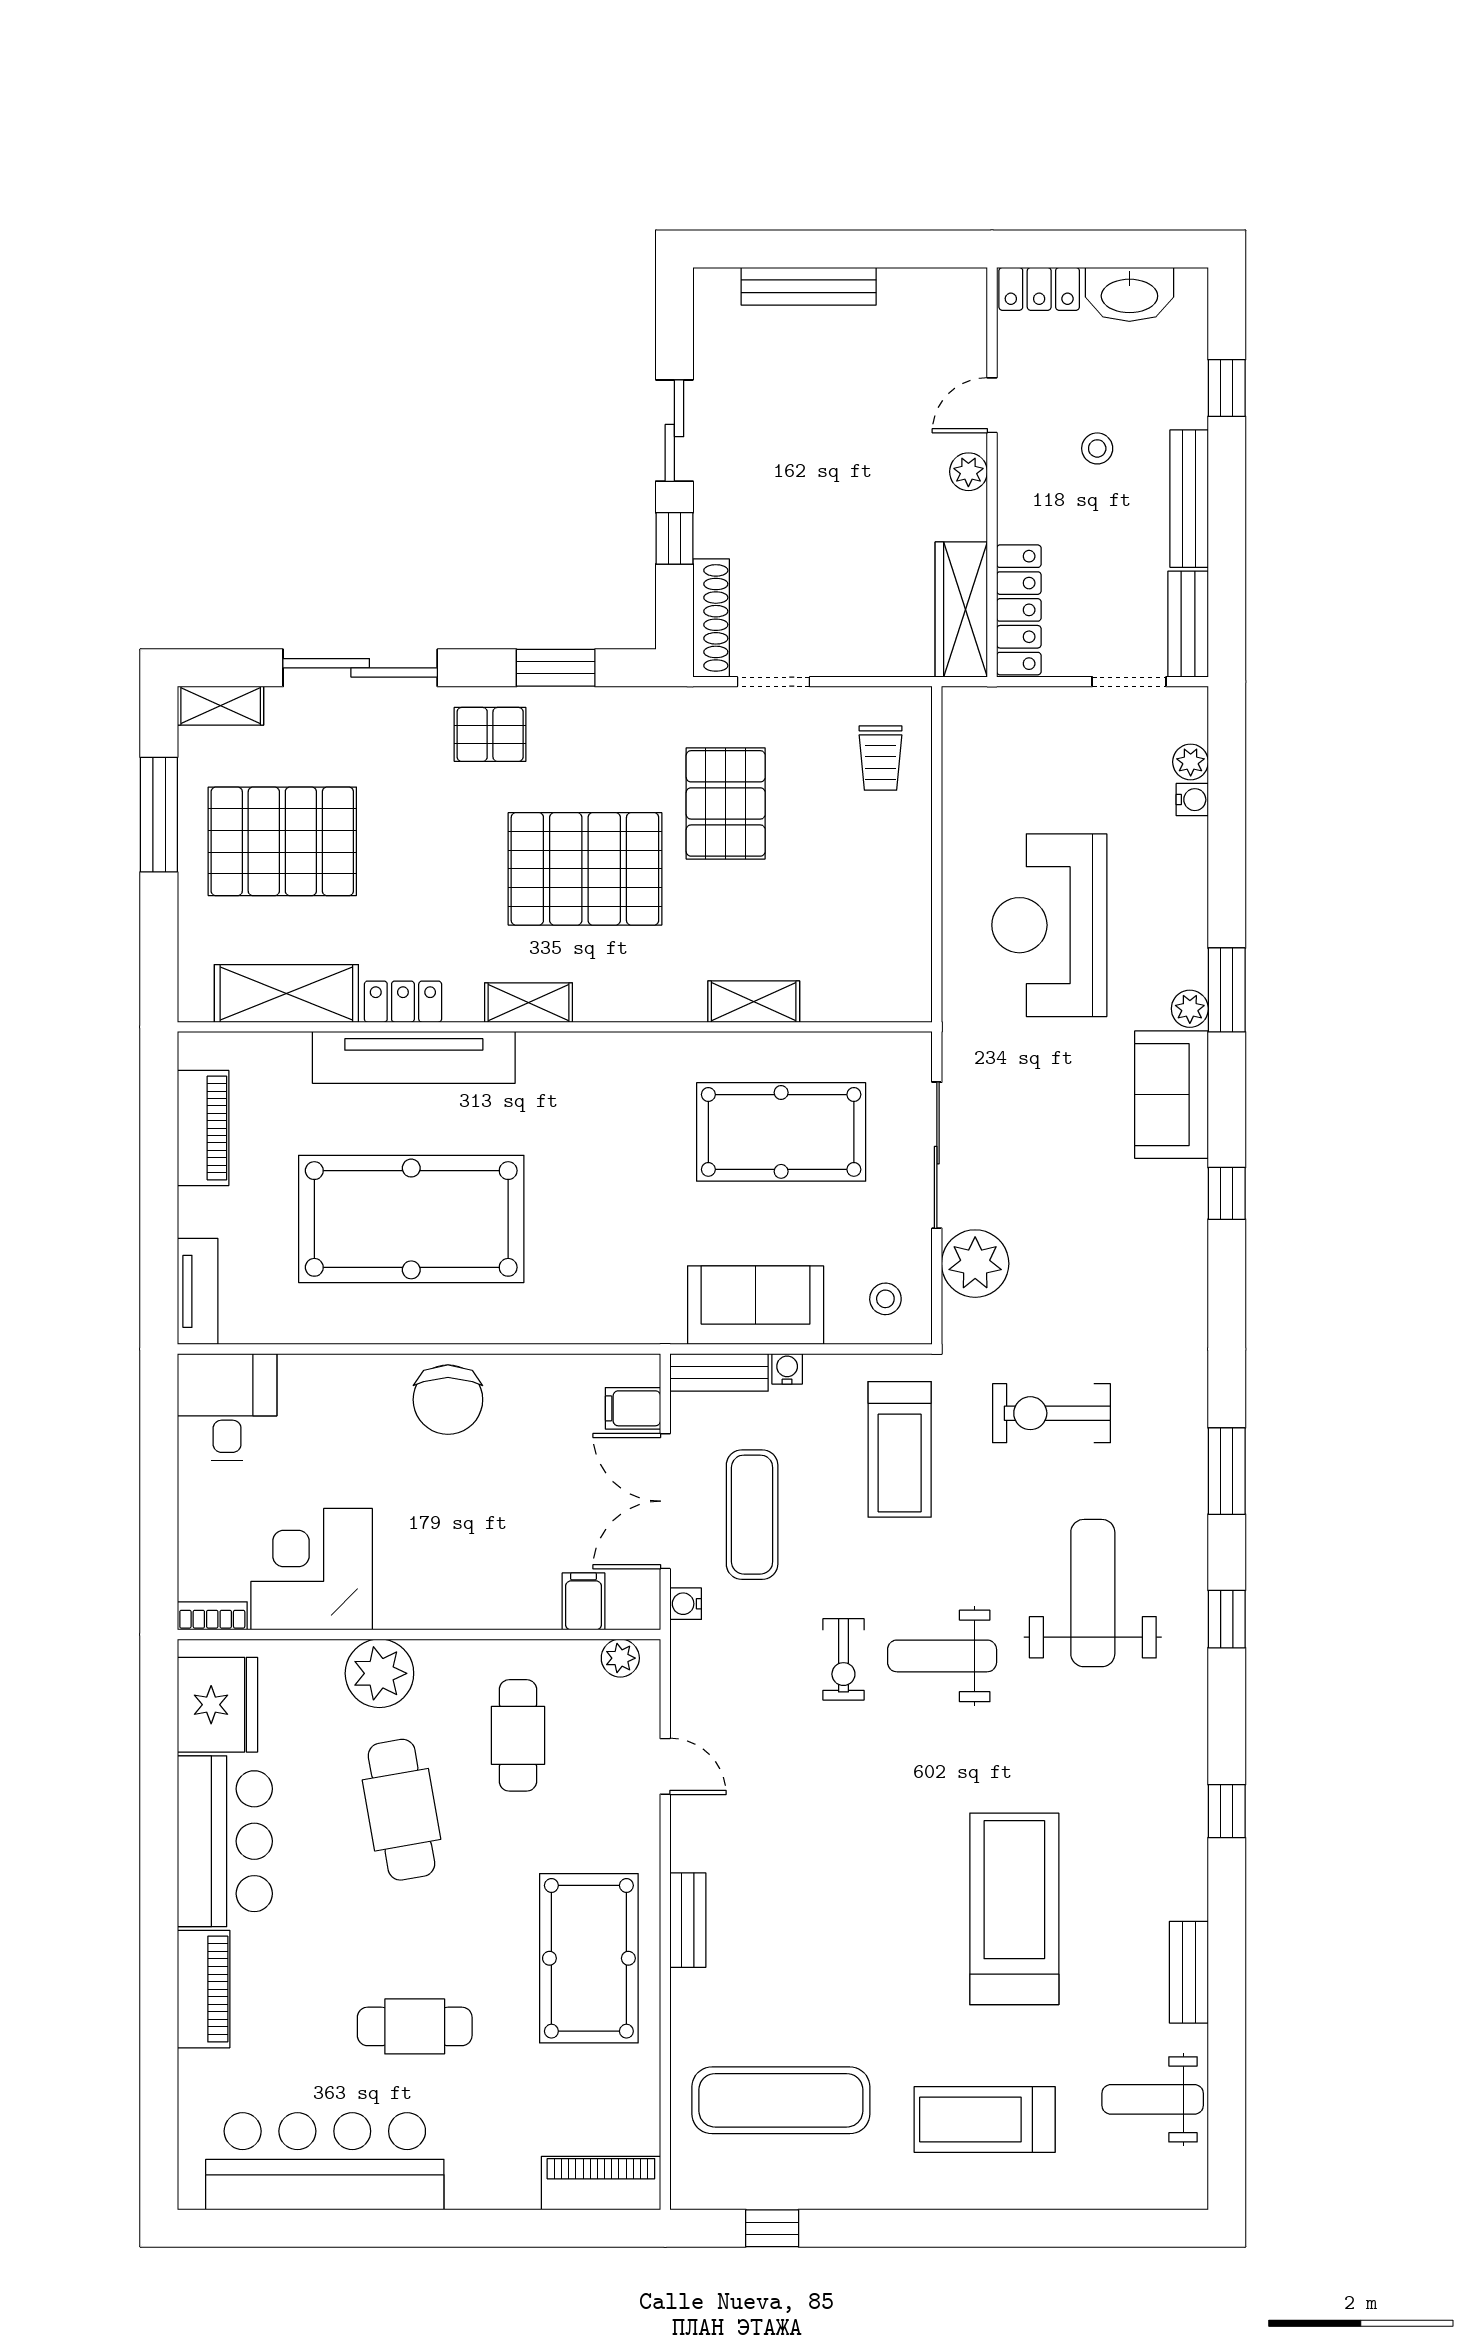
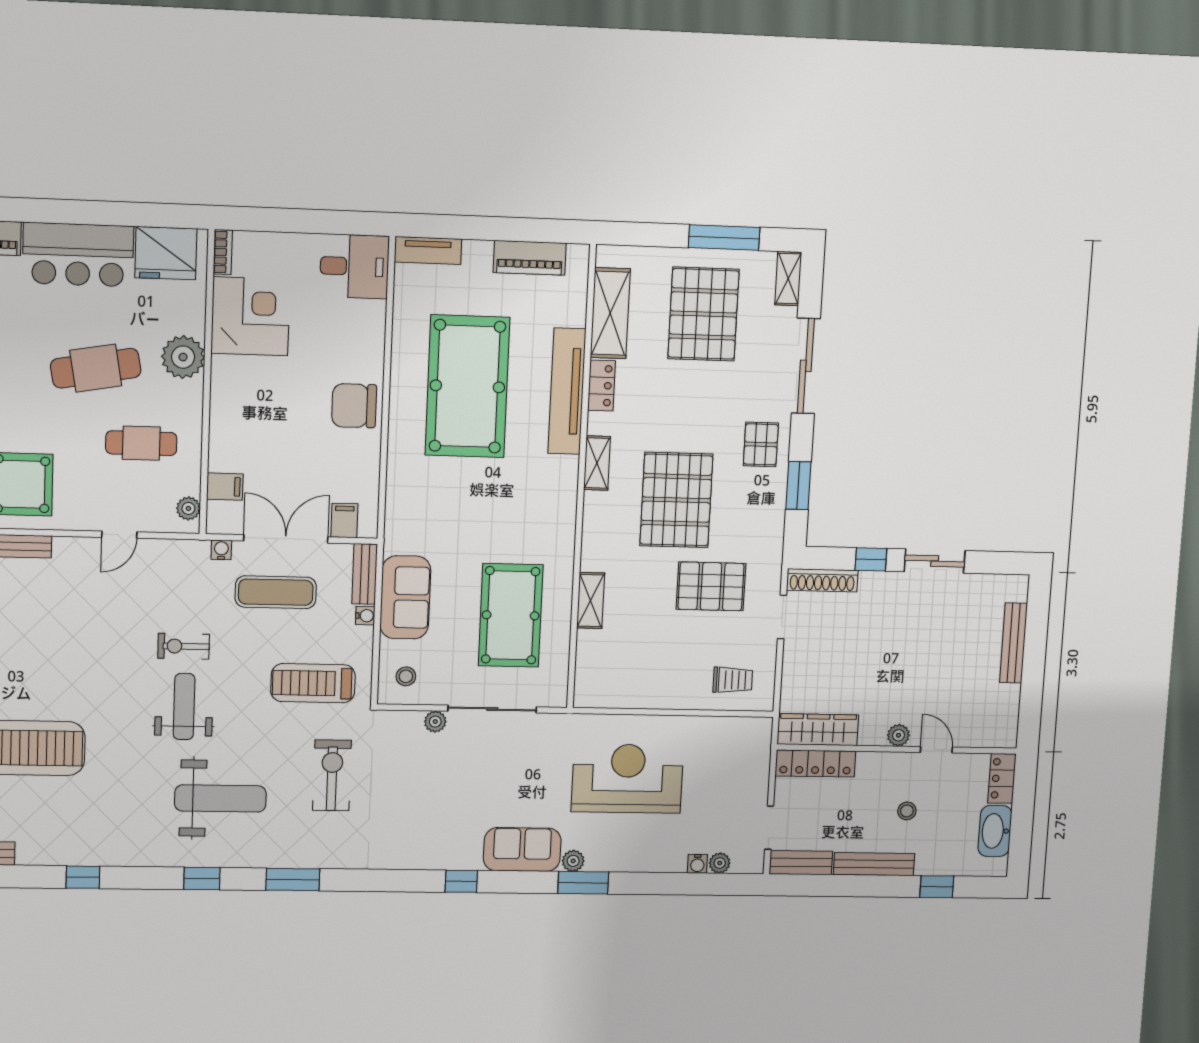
trolley: (881, 758) -> (733, 680), turned 180
plant: (975, 1264) -> (435, 722), width x0.53, depth x0.53

